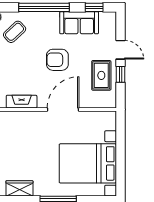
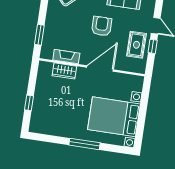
armchair: (57, 60) -> (102, 26), turned 90
wardrobe: (19, 188) -> (64, 71), moved, turned 180

